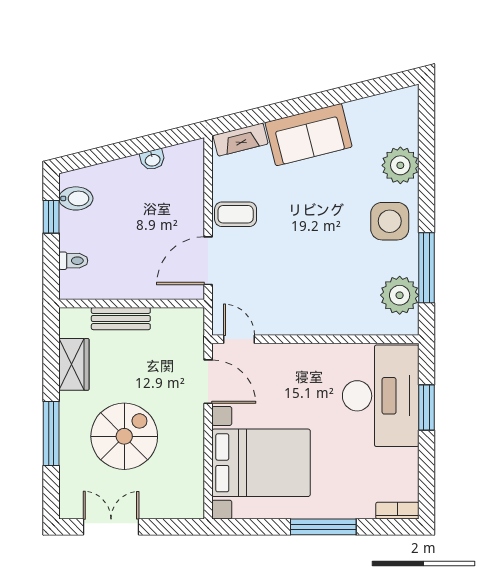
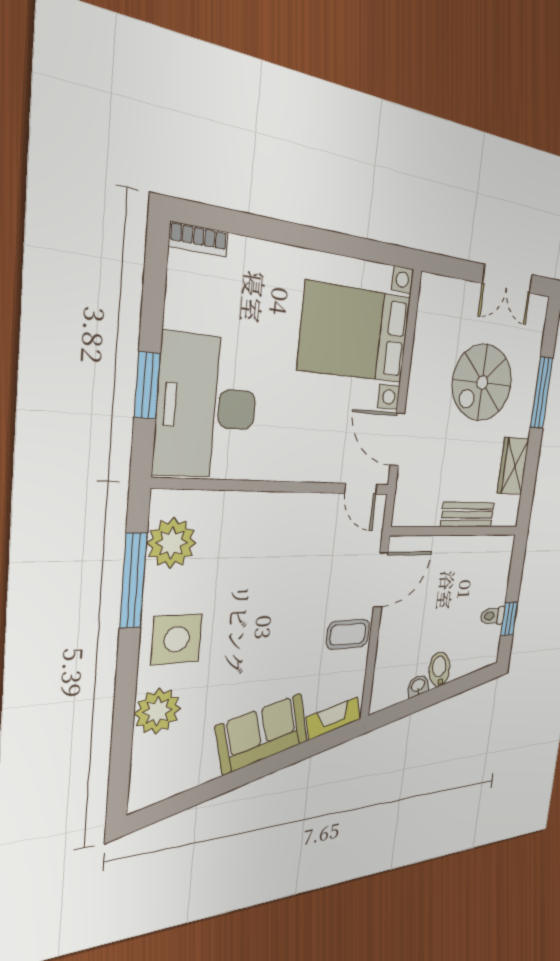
bidet: (76, 198) -> (439, 669), moved, turned 76
toilet: (73, 261) -> (492, 616), moved
window: (323, 527) -> (294, 234), removed

